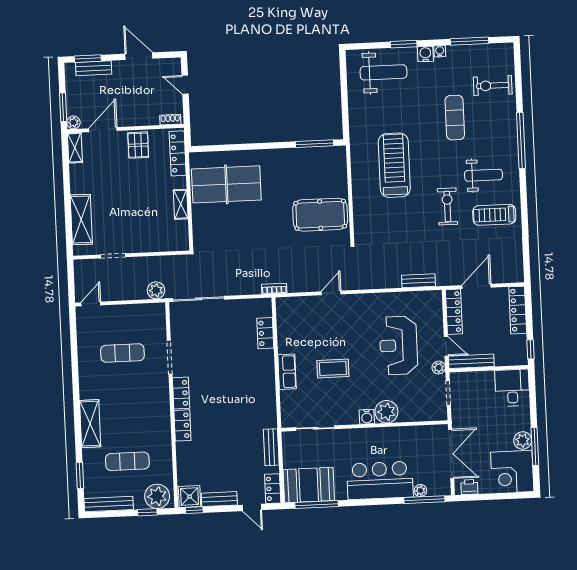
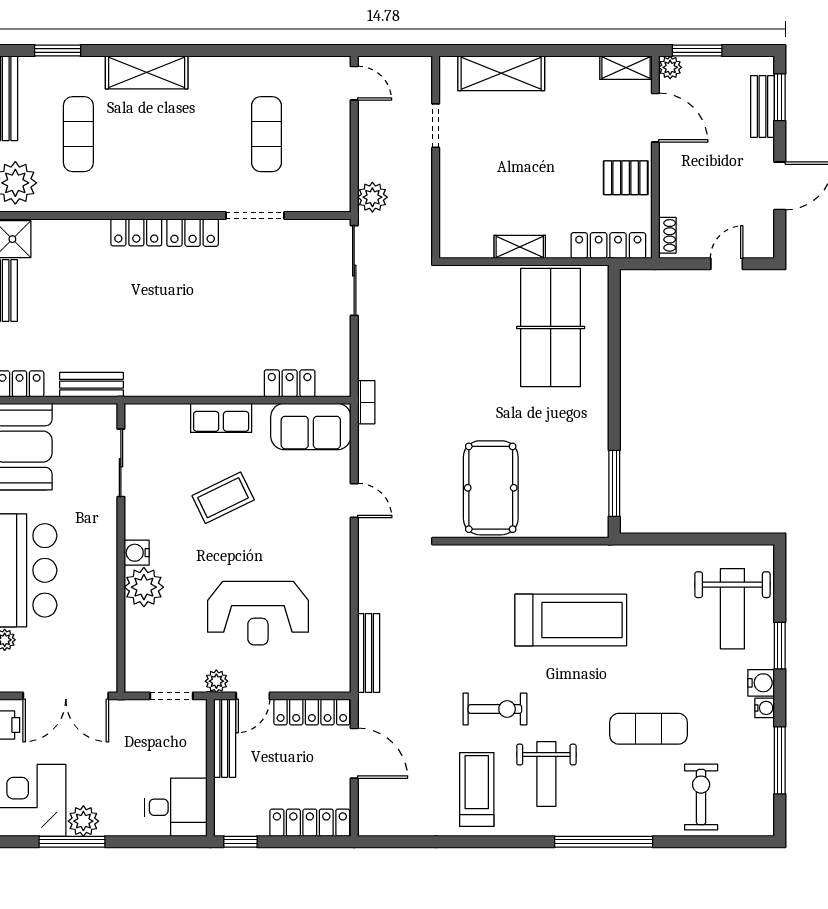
bench: (418, 281) -> (369, 653), width x1.36
sofa: (290, 320) -> (311, 427), added
reception desk: (398, 345) -> (258, 613), turned 180
coffee table: (333, 368) -> (223, 498), turned 64

